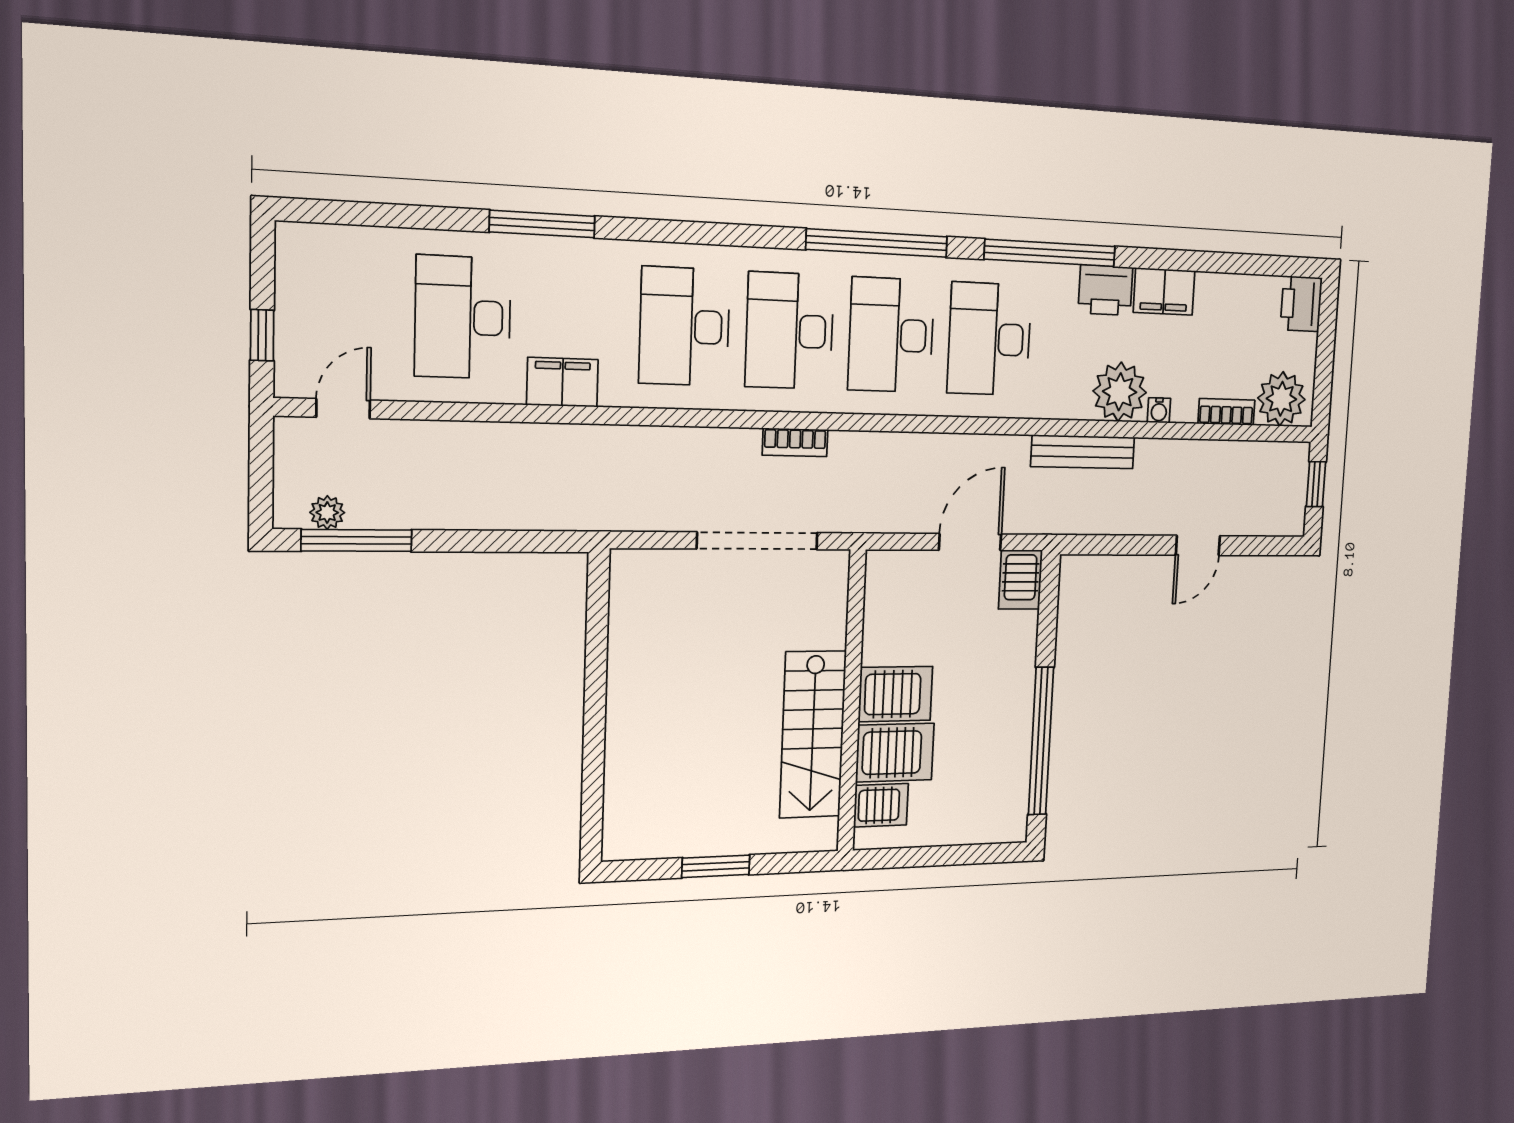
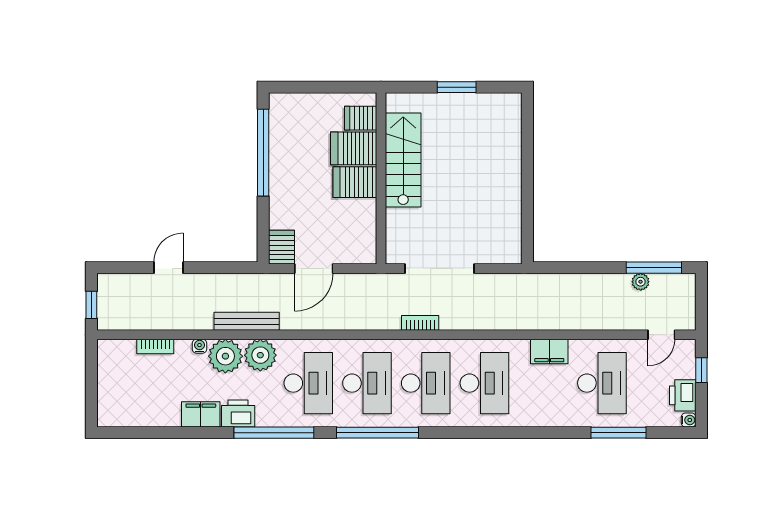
window: (542, 224) -> (618, 433), moved
water cooler: (289, 235) -> (689, 420), added
printer: (1301, 304) -> (683, 395), moved, turned 180
plant: (1281, 399) -> (260, 355), moved
plant: (327, 513) -> (641, 282), moved

